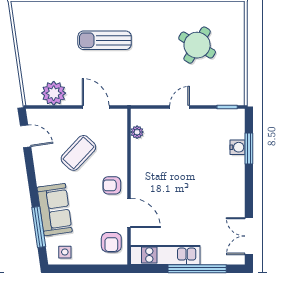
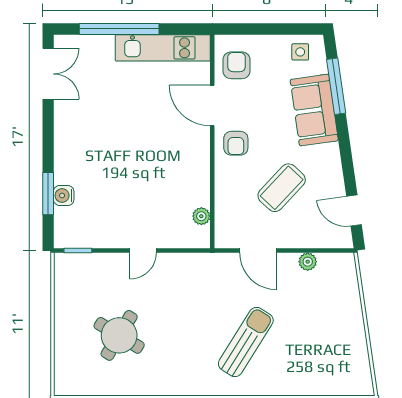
sun lounger: (105, 40) -> (246, 342), turned -58
plant: (54, 93) -> (308, 262), width x0.53, depth x0.53
armchair: (112, 185) -> (236, 143), turned 90

